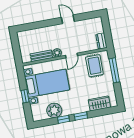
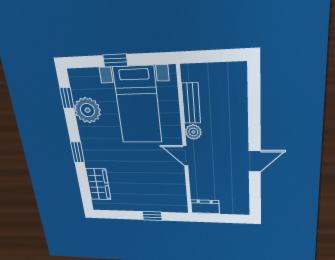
rug: (94, 66) -> (163, 189), removed
window: (114, 70) -> (152, 216), width x0.46
window: (64, 119) -> (67, 98), moved

